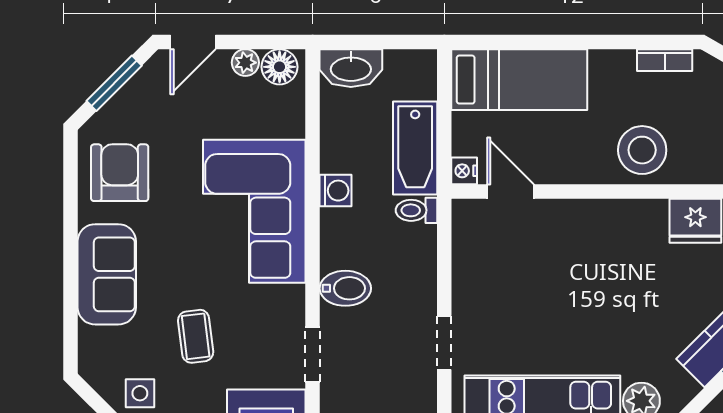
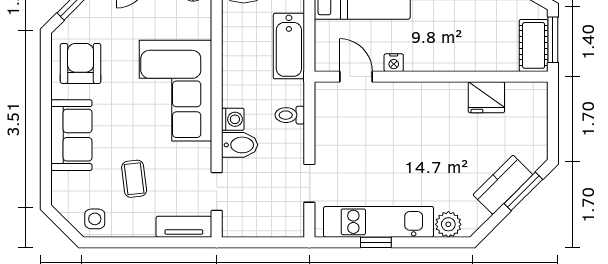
stool: (642, 150) -> (449, 47), removed
nightstand: (464, 171) -> (394, 63), moved, turned -90
washing machine: (336, 191) -> (233, 119), moved
toilet: (416, 210) -> (290, 115), moved

